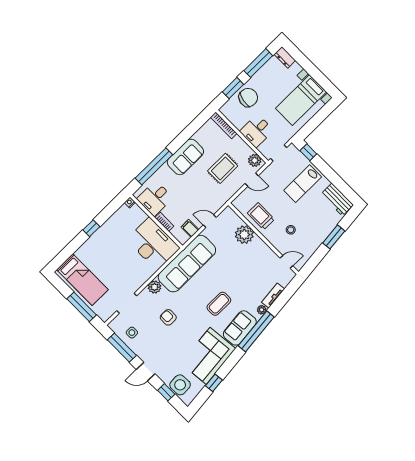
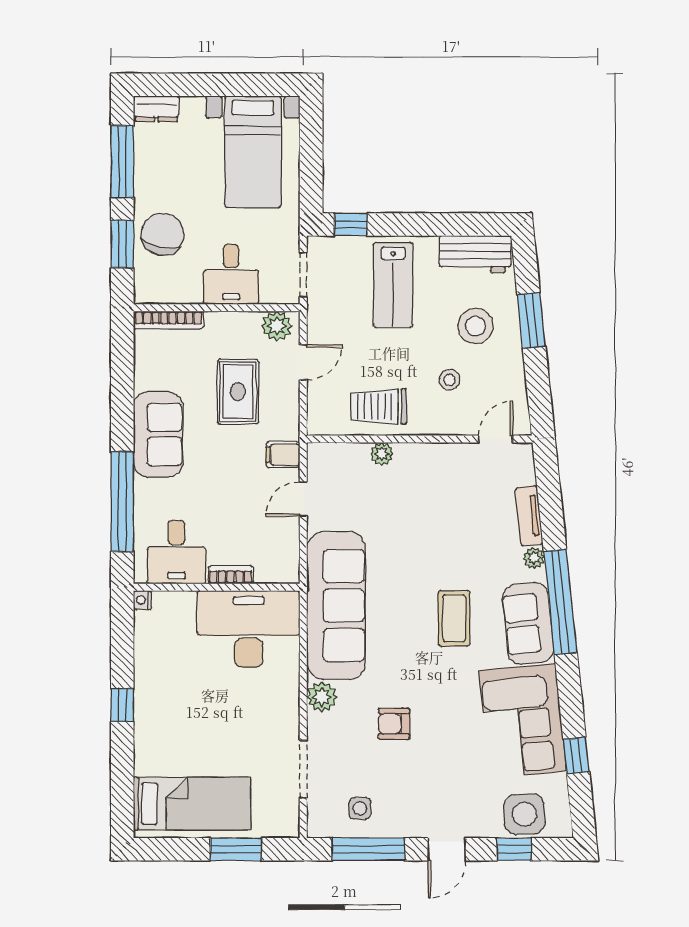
stool: (315, 221) -> (475, 326), added
filing cabinet: (190, 228) -> (283, 455), moved
plant: (244, 235) -> (382, 454), width x0.53, depth x0.53
window: (82, 307) -> (236, 849), width x0.69

